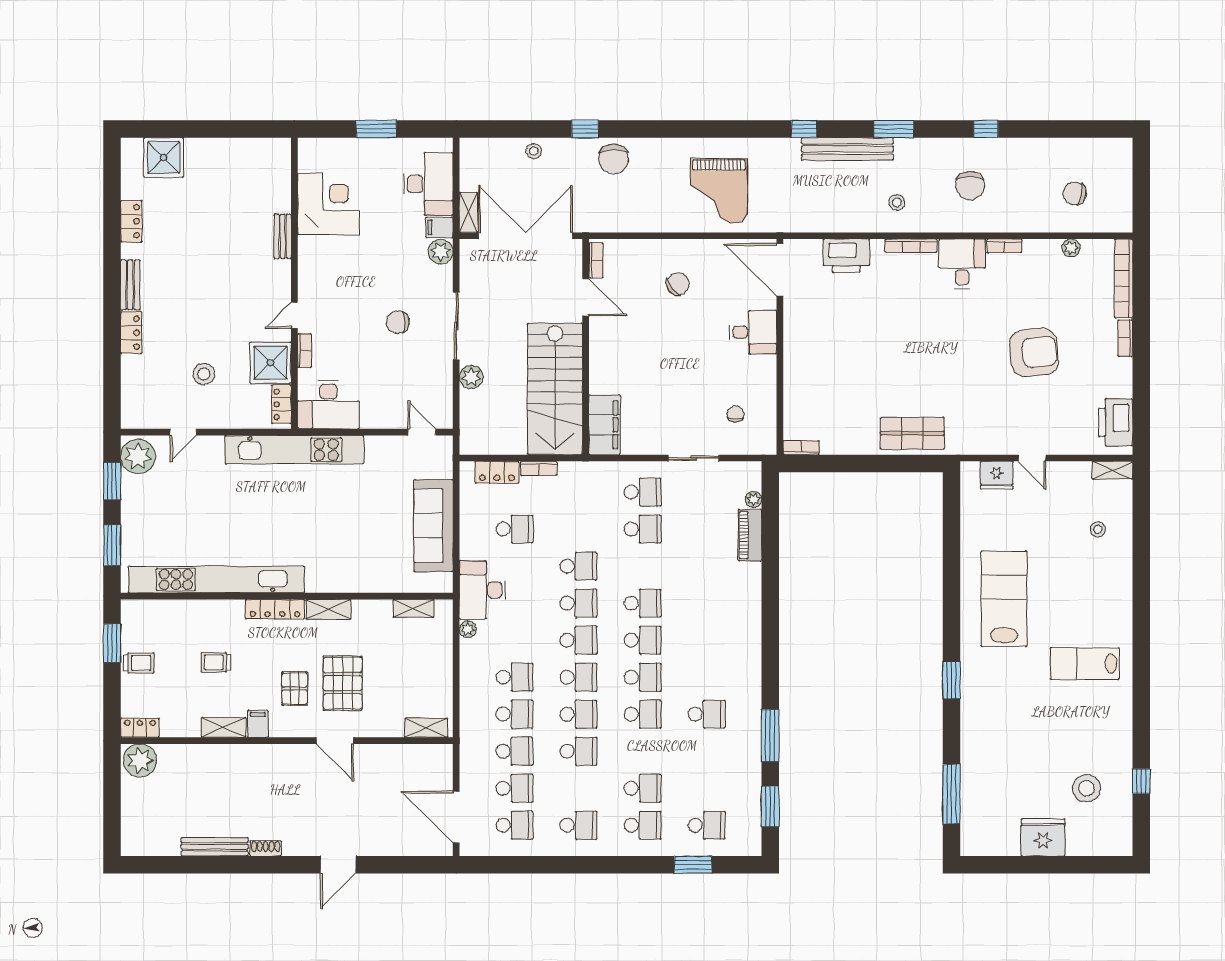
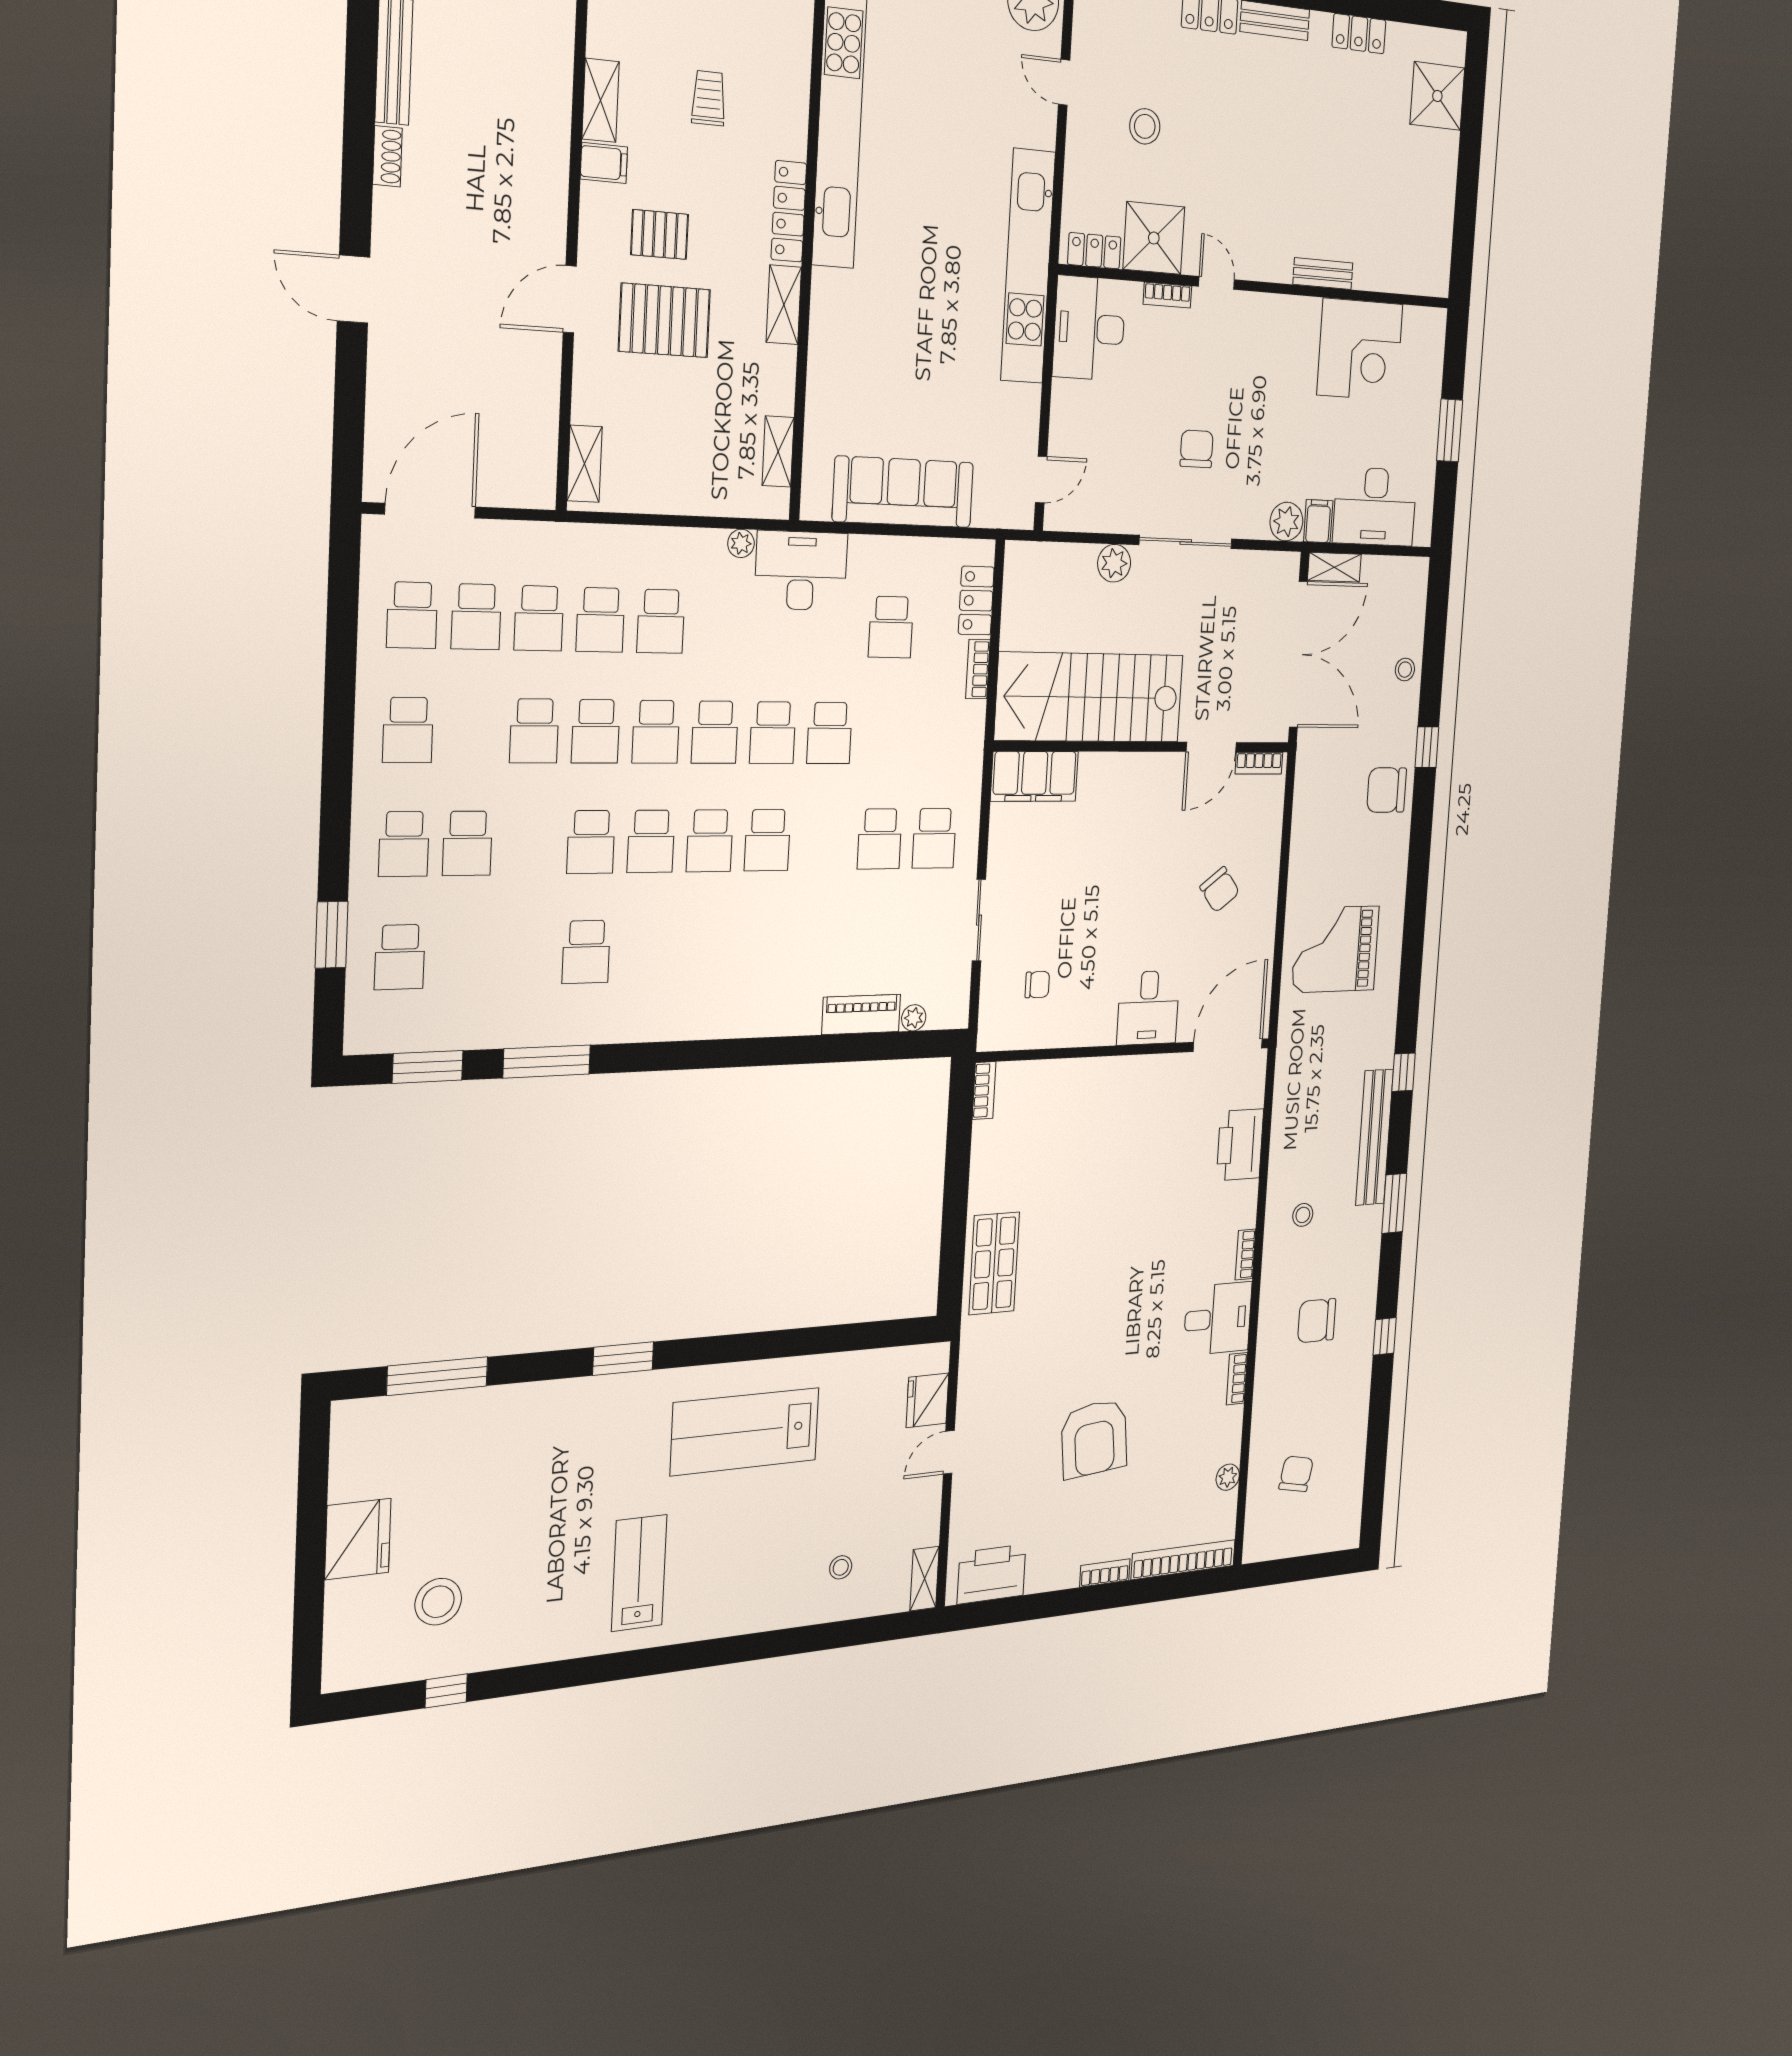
bookcase: (911, 246) -> (1245, 1255), width x0.64
lab bench: (1004, 599) -> (745, 1431), turned 180

